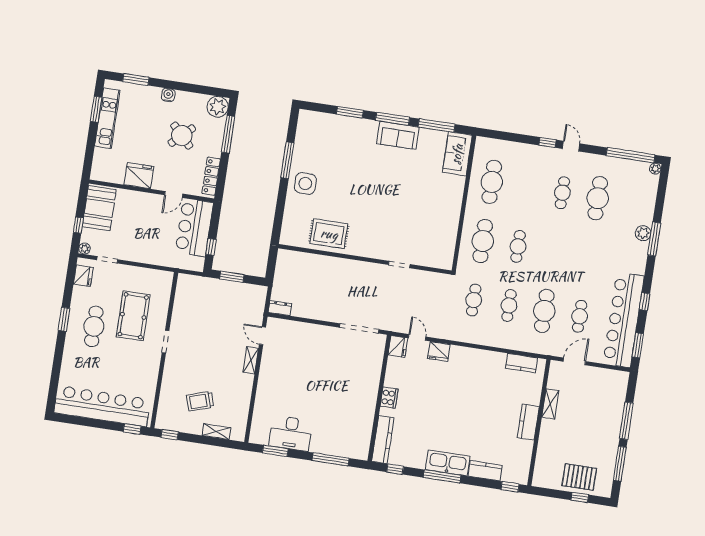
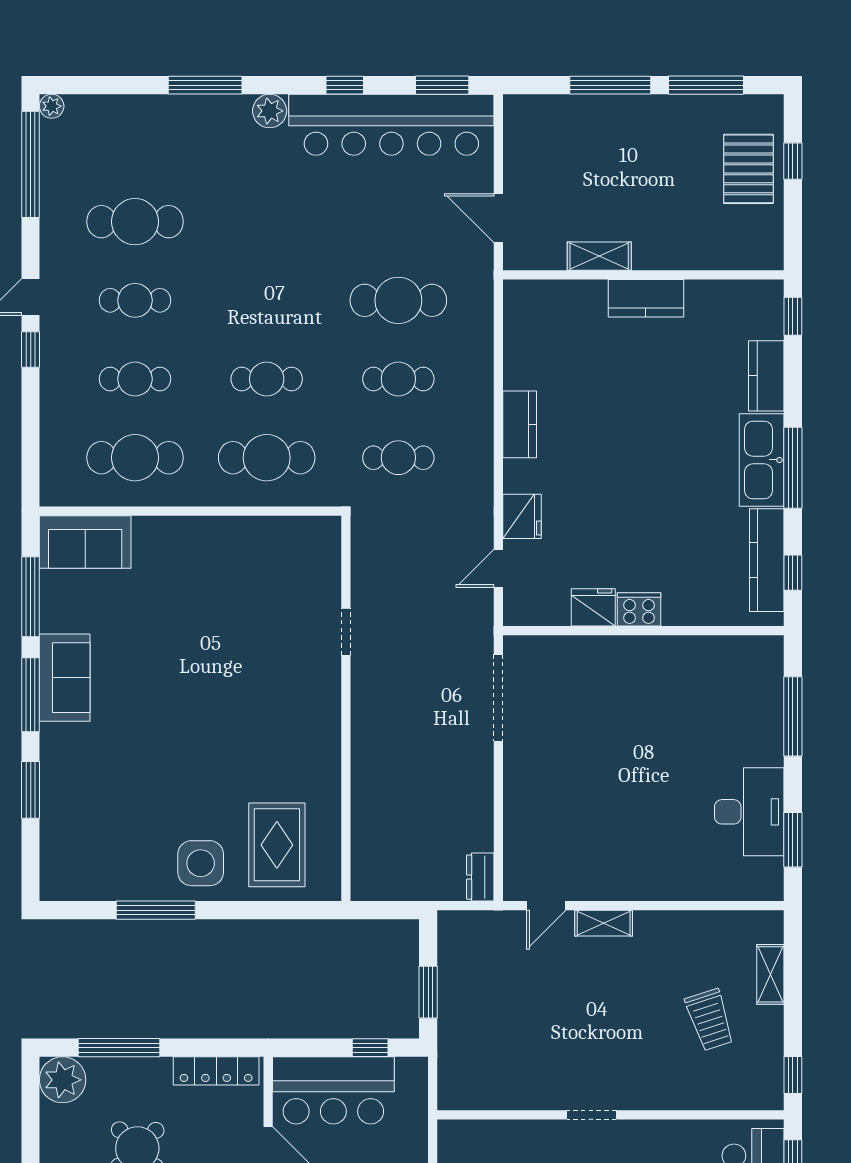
plant: (643, 233) -> (270, 111), moved
rug: (329, 234) -> (277, 845), moved
cafe table: (580, 316) -> (135, 379), moved
fridge: (398, 346) -> (593, 607), moved
kitchen counter: (522, 363) -> (520, 424), moved
kitchen counter: (383, 440) -> (767, 560), moved, turned -90

